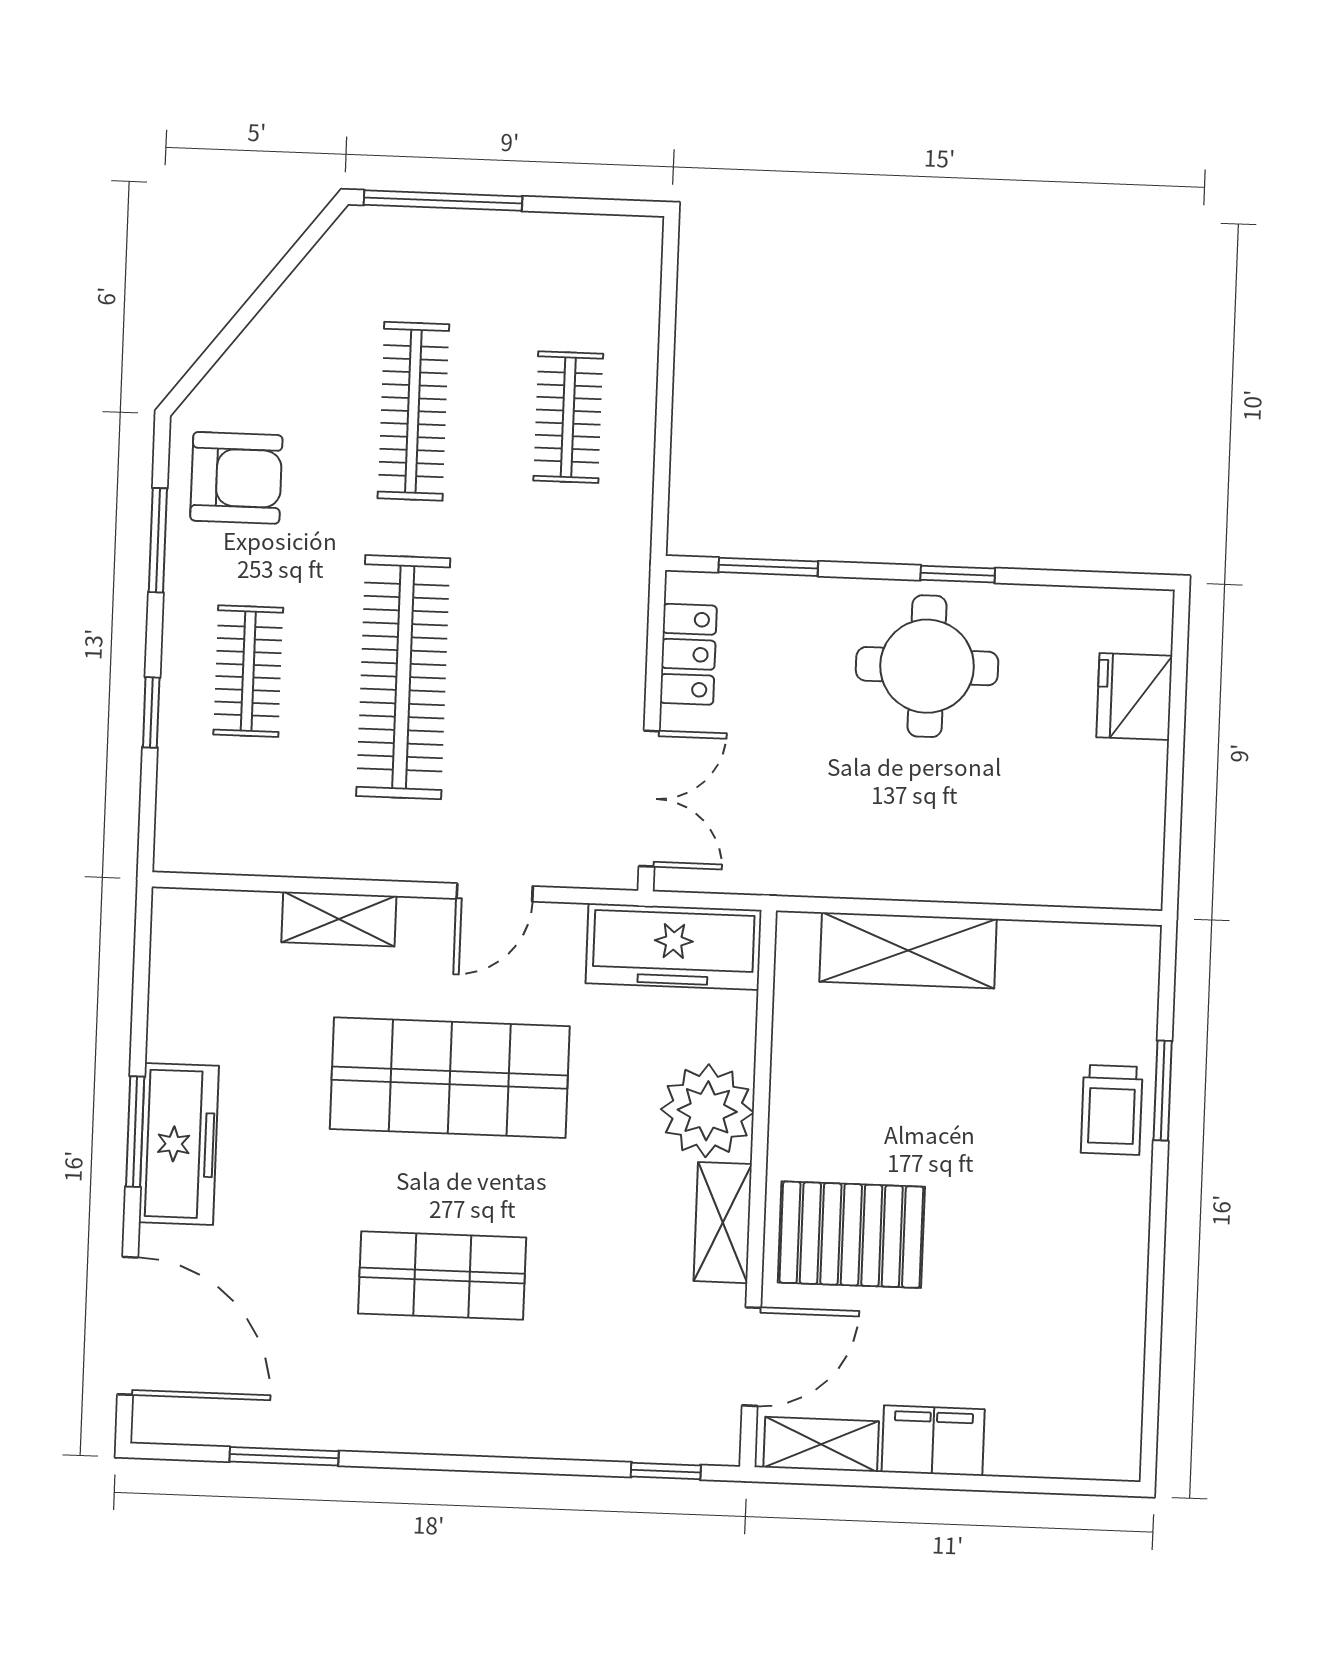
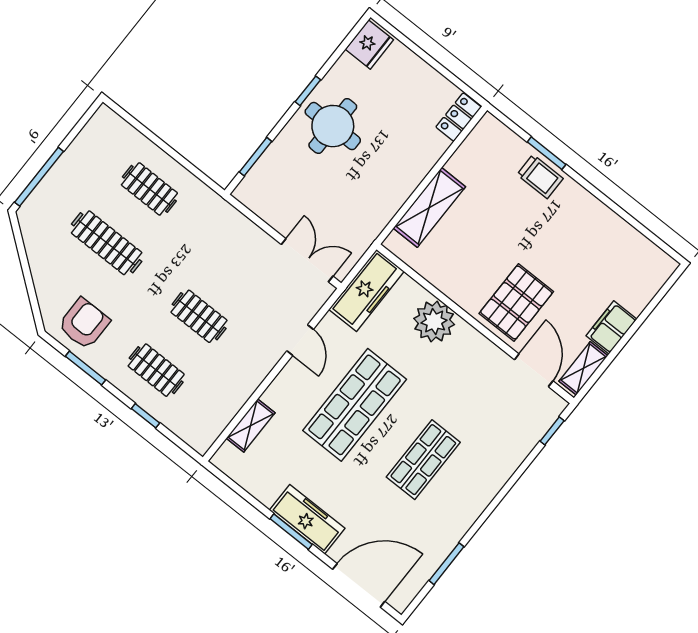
locker: (688, 654) -> (459, 117), moved, turned -90
clothes rail: (403, 677) -> (199, 316), width x0.54, depth x0.76
fridge: (1134, 696) -> (369, 45), moved, turned -90
shelving: (339, 919) -> (251, 426), moved
shelving: (723, 1223) -> (478, 345), removed

